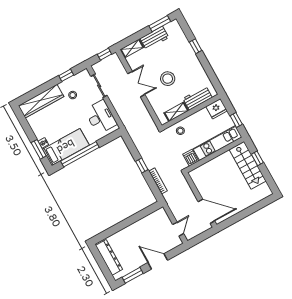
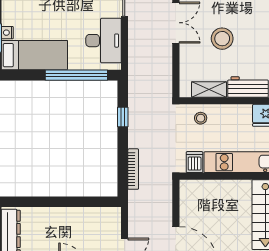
window: (80, 154) -> (76, 75), moved
window: (142, 165) -> (123, 117), moved

